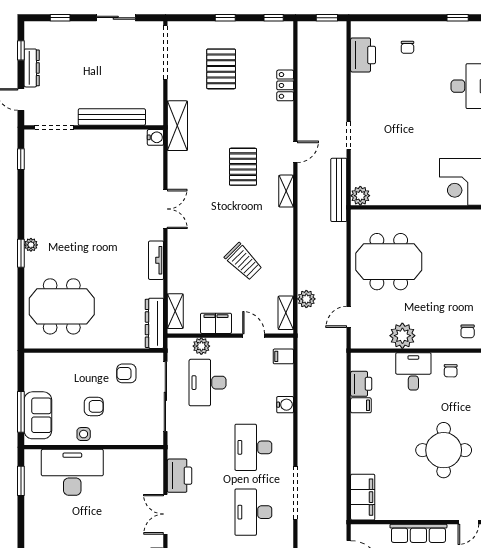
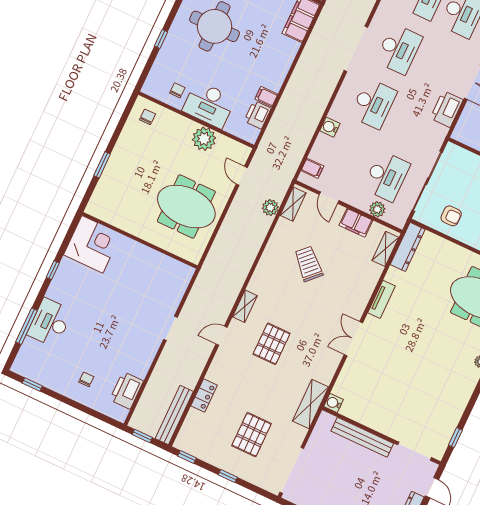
bench: (339, 190) -> (174, 415), moved
plant: (360, 196) -> (184, 273), removed
door: (349, 317) -> (242, 176), swing flipped
desk: (413, 371) -> (209, 105), width x1.37

